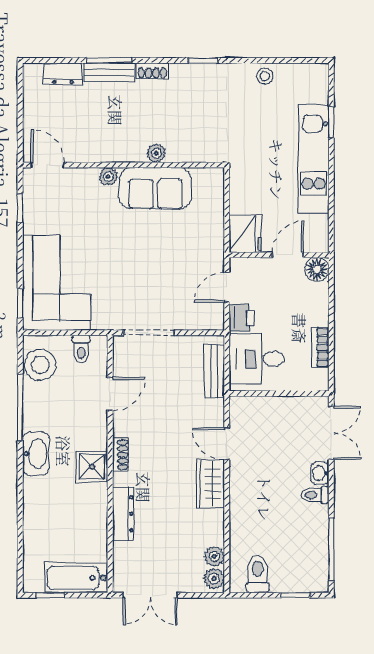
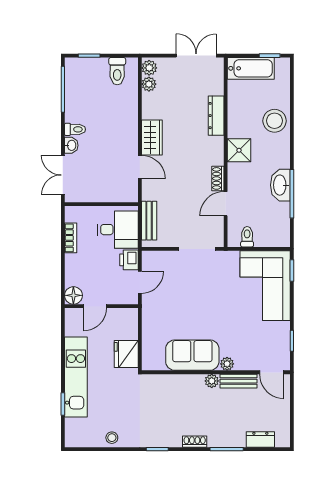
bench: (109, 73) -> (238, 381), moved
plant: (156, 153) -> (212, 381), moved
fridge: (245, 234) -> (126, 354), moved
stool: (40, 365) -> (275, 121), moved
washbasin: (36, 454) -> (280, 185), moved
shoe rack: (121, 455) -> (218, 178), moved

